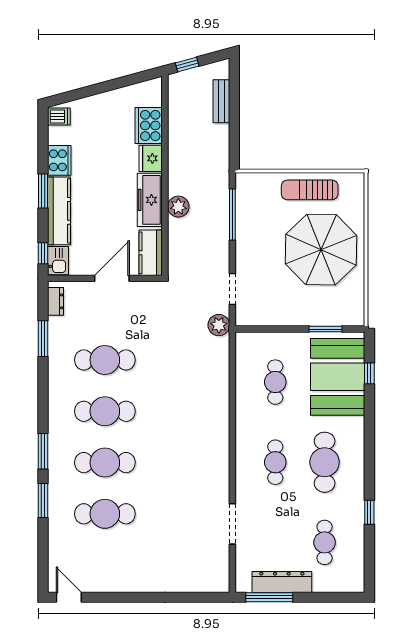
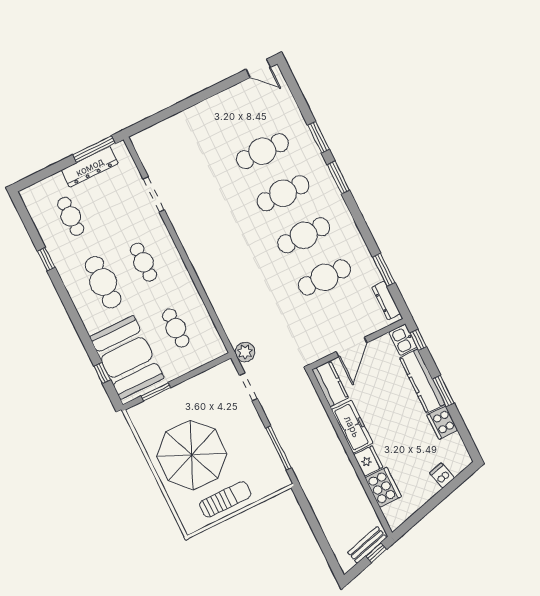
bench: (221, 101) -> (367, 545), moved, turned 75
dishwasher: (59, 117) -> (442, 475), moved, turned 75
plant: (178, 207) -> (326, 433), removed
dresser: (56, 301) -> (386, 300), width x1.44

